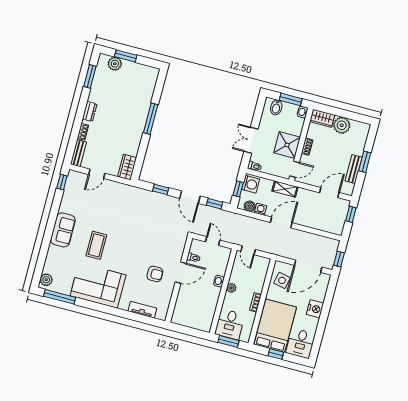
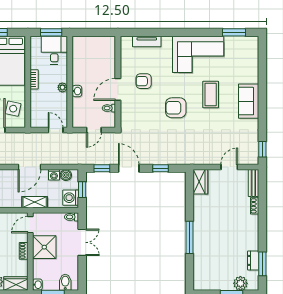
dresser: (90, 111) -> (253, 260), moved
door: (213, 241) -> (94, 130), hinge flipped
armchair: (132, 242) -> (176, 108), added
plant: (46, 280) -> (252, 46), removed
window: (60, 297) -> (234, 32), width x0.69

